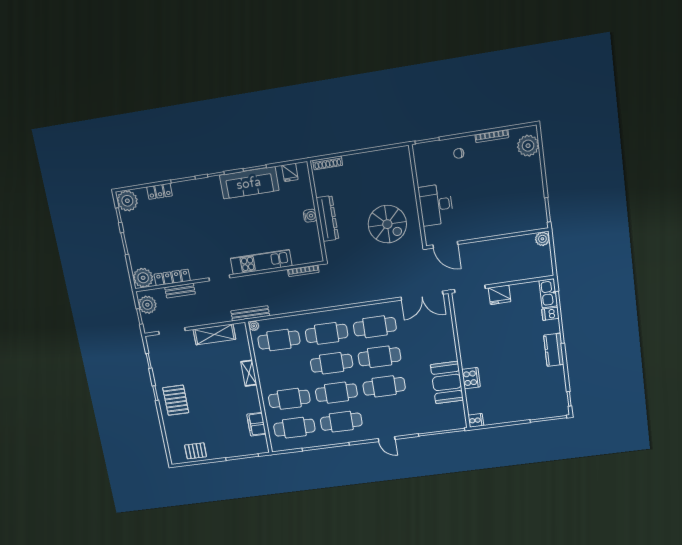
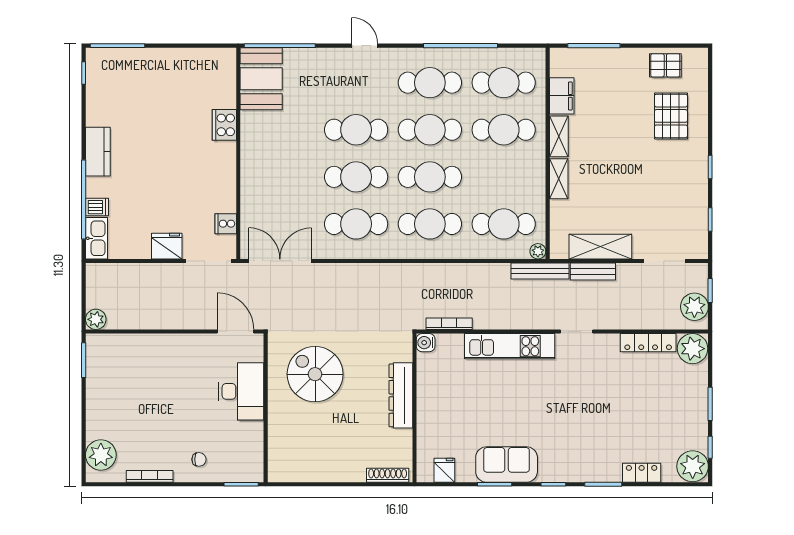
sofa: (249, 183) -> (507, 465), width x0.73
water cooler: (310, 216) -> (426, 343), moved
bench: (180, 291) -> (593, 272), moved
booth: (447, 382) -> (261, 79), moved
shelving: (254, 399) -> (559, 136), added
pallet: (176, 400) -> (671, 116), moved
cooker: (476, 420) -> (226, 224), moved

